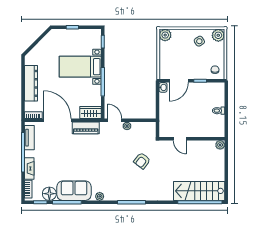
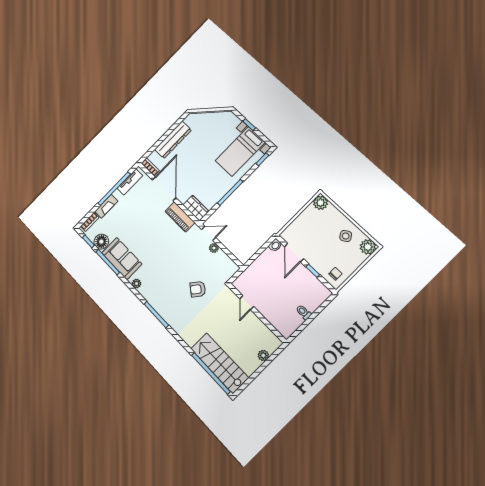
bed with nightstands: (80, 67) -> (240, 151), moved, turned -90
door: (179, 81) -> (294, 253), hinge flipped
door: (115, 120) -> (209, 233), hinge flipped
plant: (220, 145) -> (263, 355), moved

